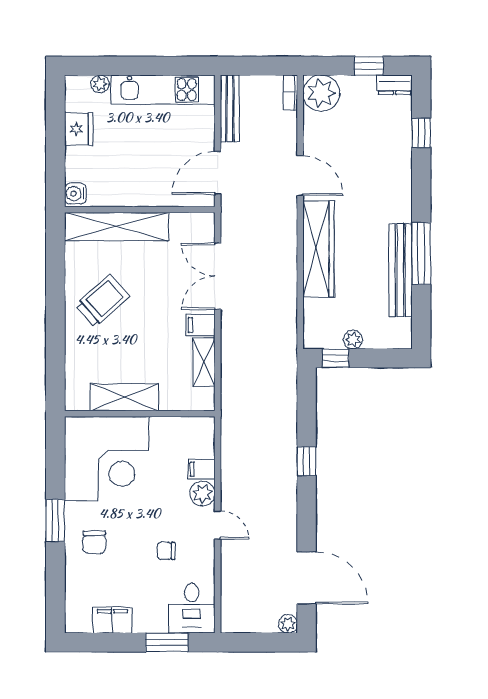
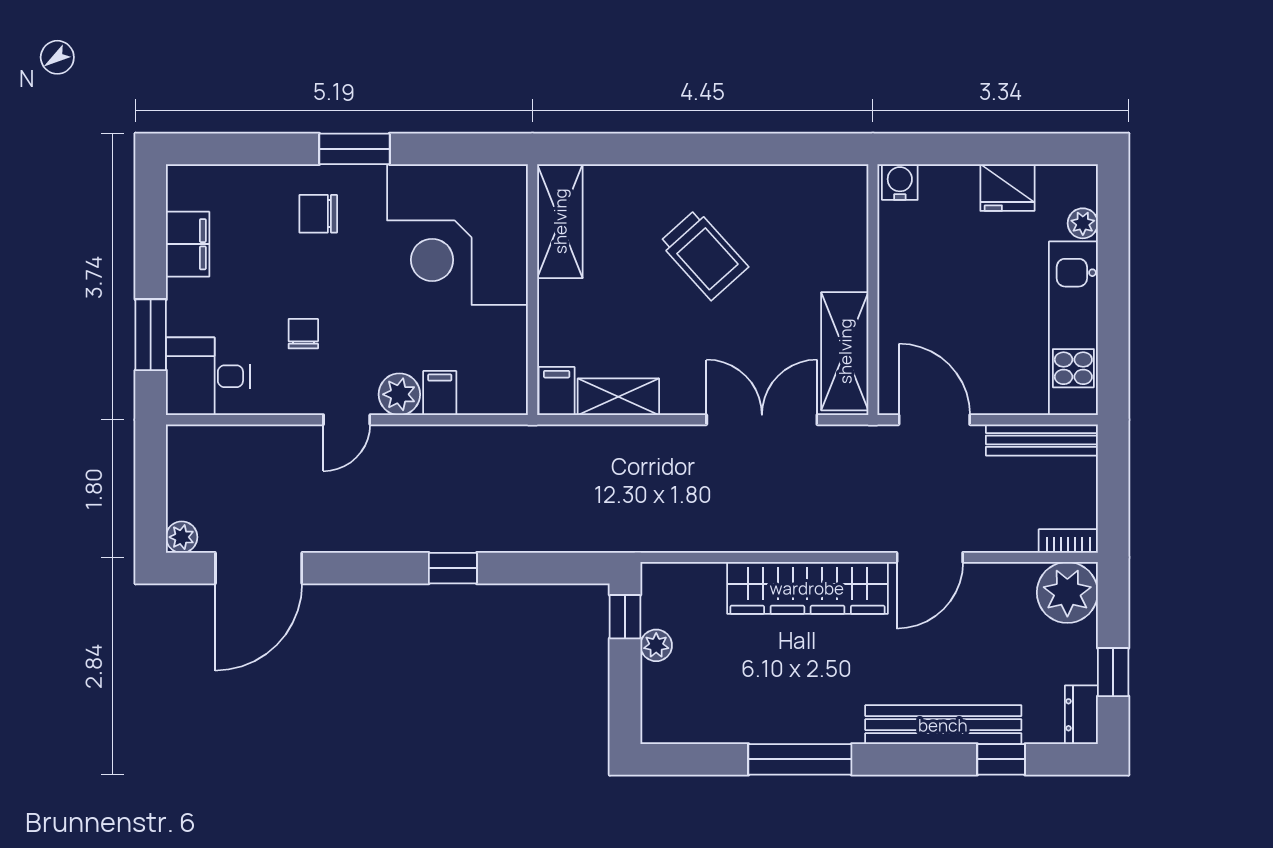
shelving: (116, 227) -> (845, 351), moved, width x0.68
bench: (400, 270) -> (943, 725), moved
trolley: (102, 301) -> (704, 255), moved
filing cabinet: (200, 325) -> (557, 391), moved
shelving: (124, 397) -> (560, 221), moved

